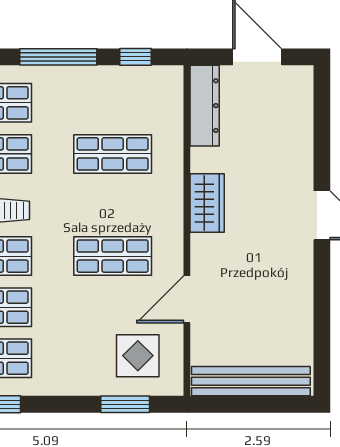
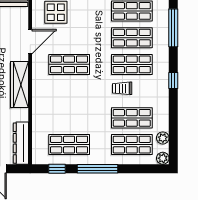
shop shelf: (113, 154) -> (69, 145), moved
wardrobe: (207, 203) -> (20, 85), width x1.50

